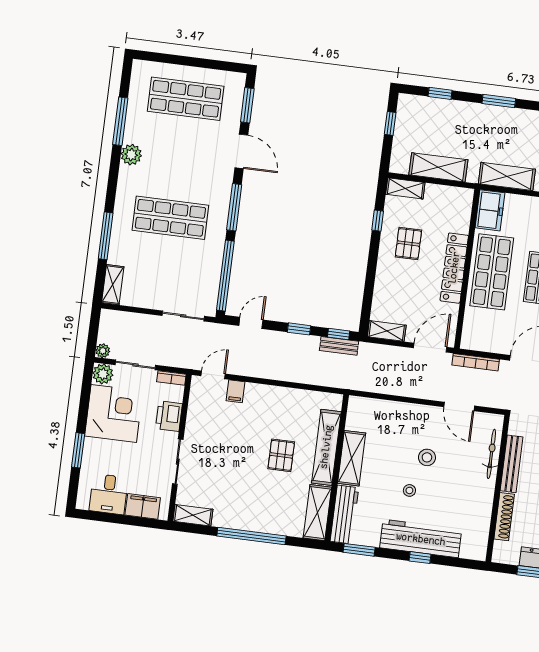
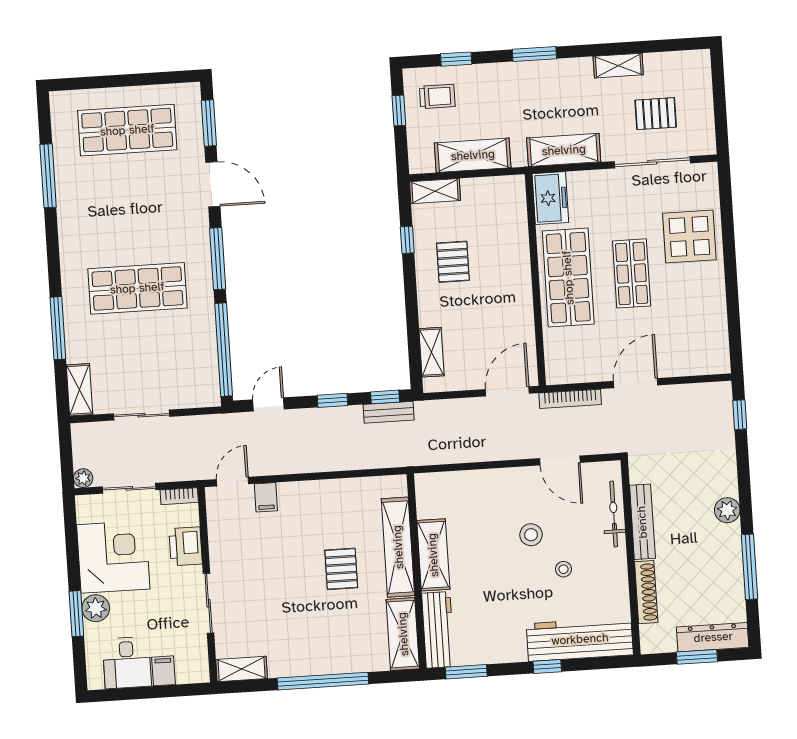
trolley: (421, 119) -> (437, 96), added
plant: (131, 155) -> (71, 216), removed
locker: (454, 268) -> (519, 282), removed
sliding door: (183, 316) -> (141, 415), moved
shelving: (387, 331) -> (432, 352), moved, turned 90
plant: (103, 374) -> (96, 608), moved
stool: (409, 490) -> (563, 569), moved
filing cabinet: (143, 506) -> (163, 671), width x0.50
workbench: (421, 539) -> (580, 639), moved

